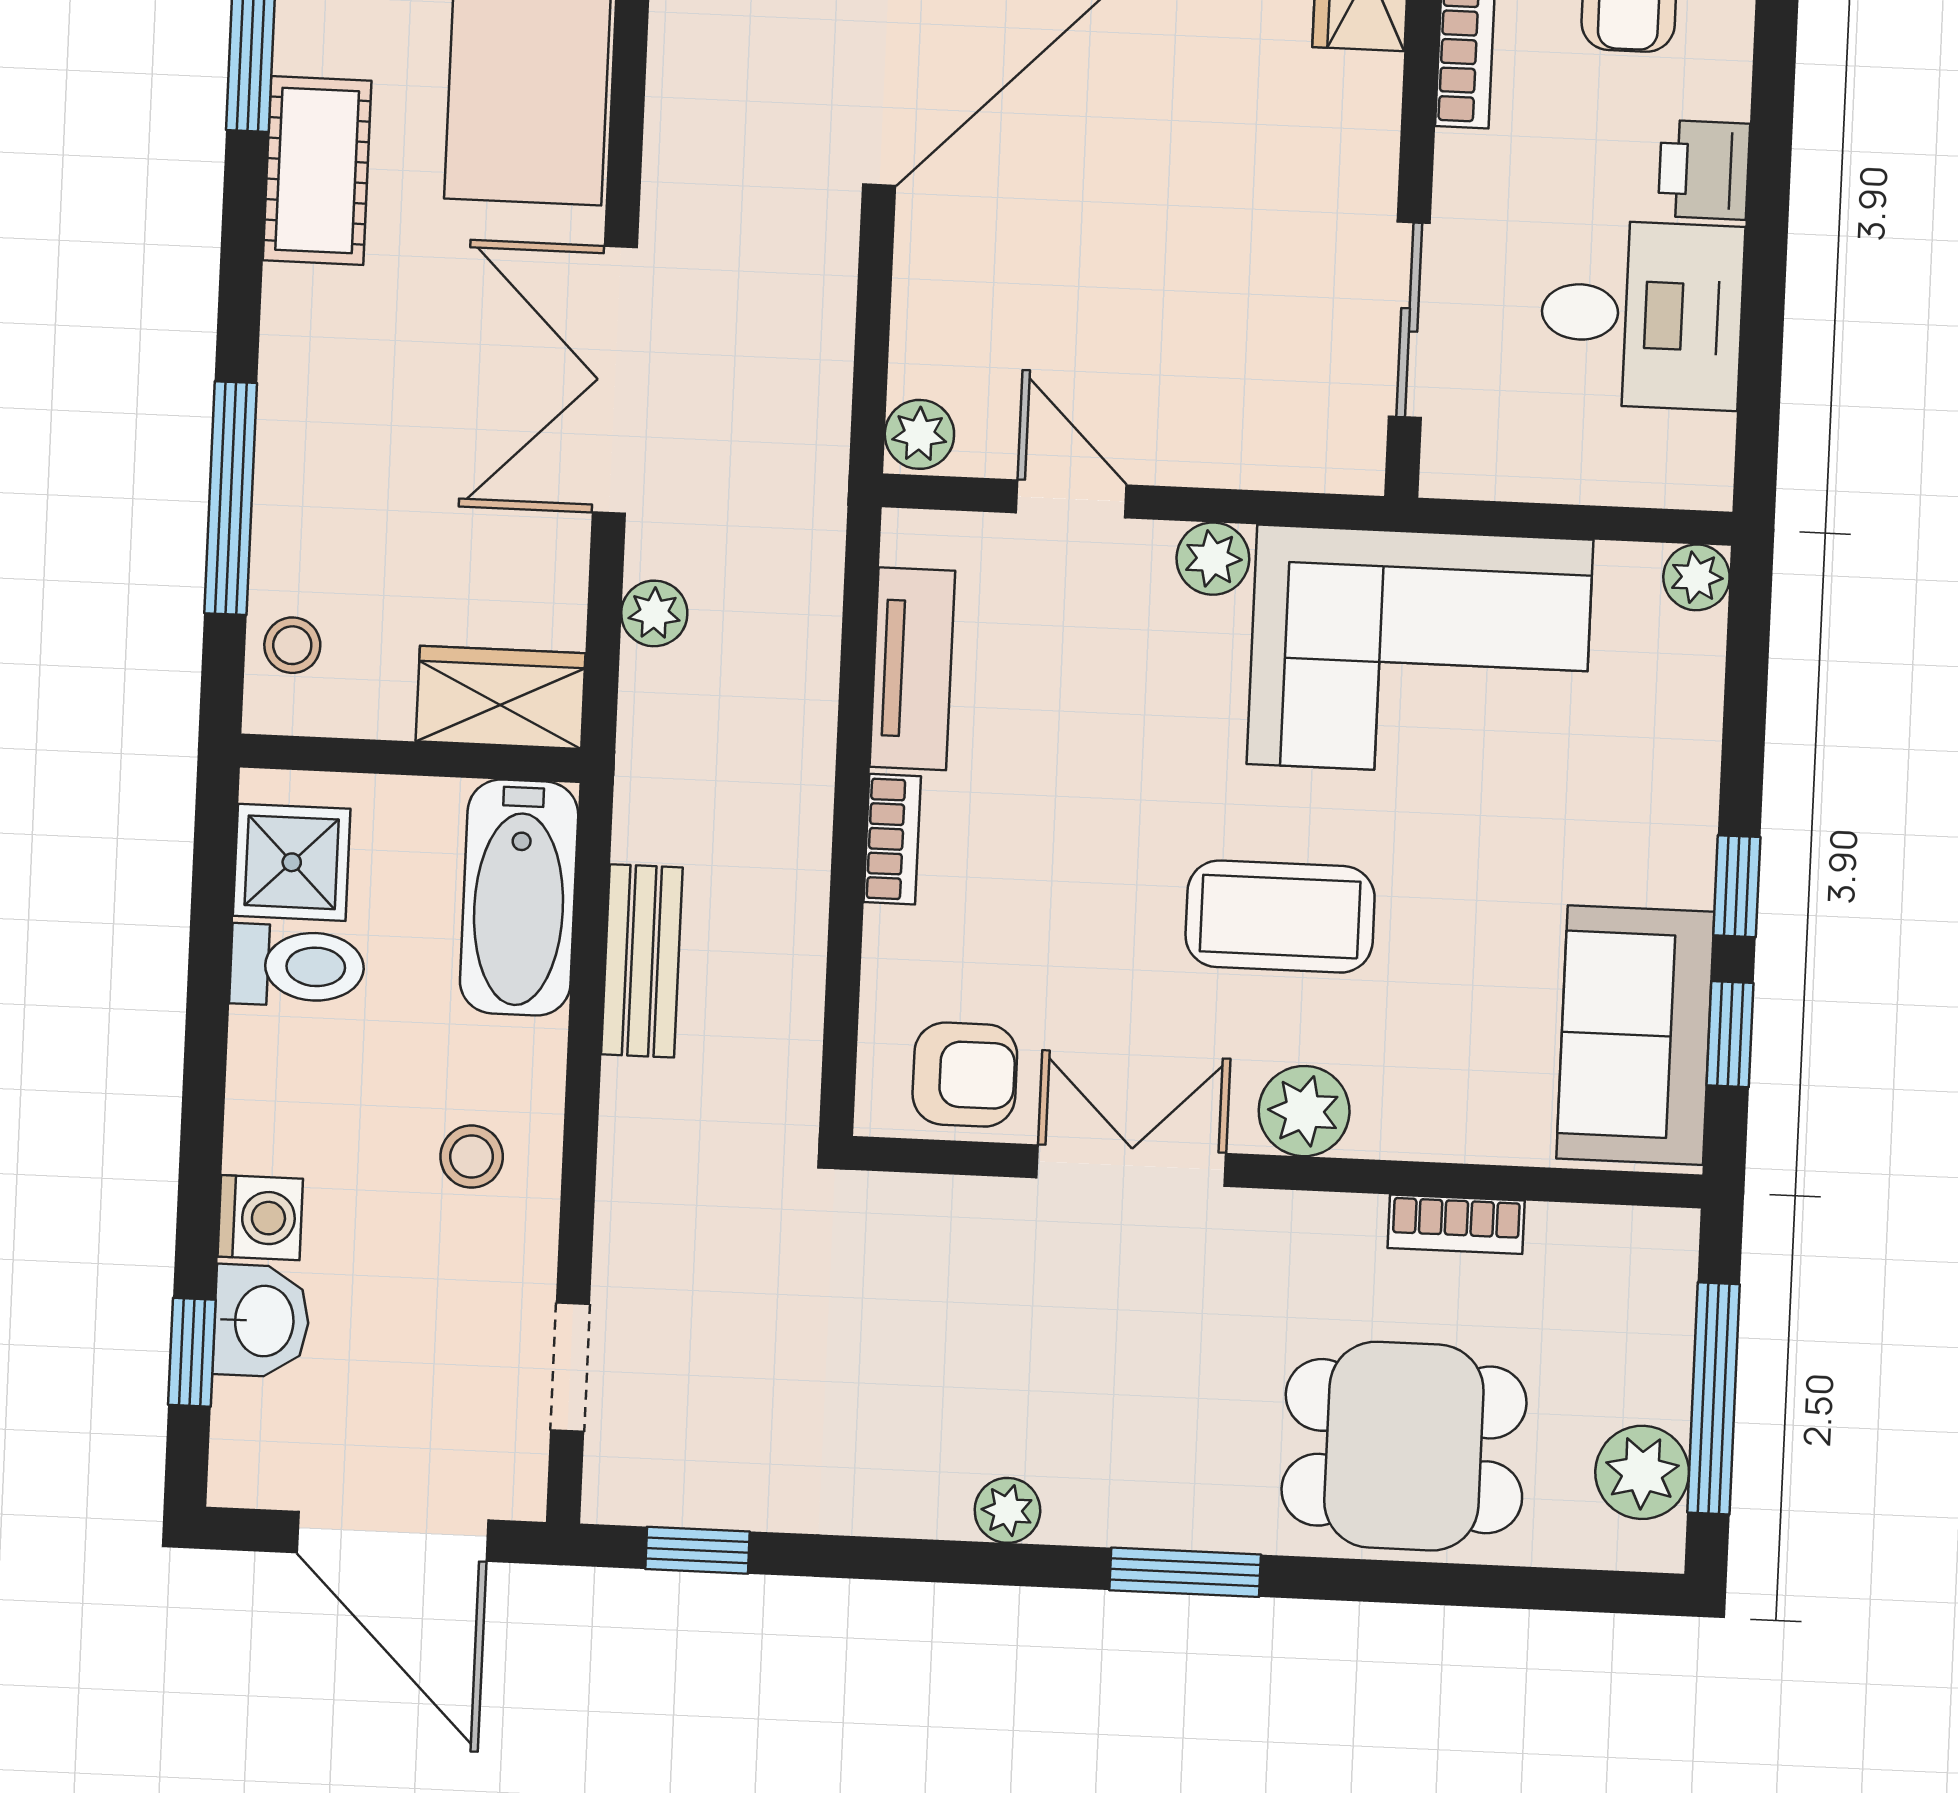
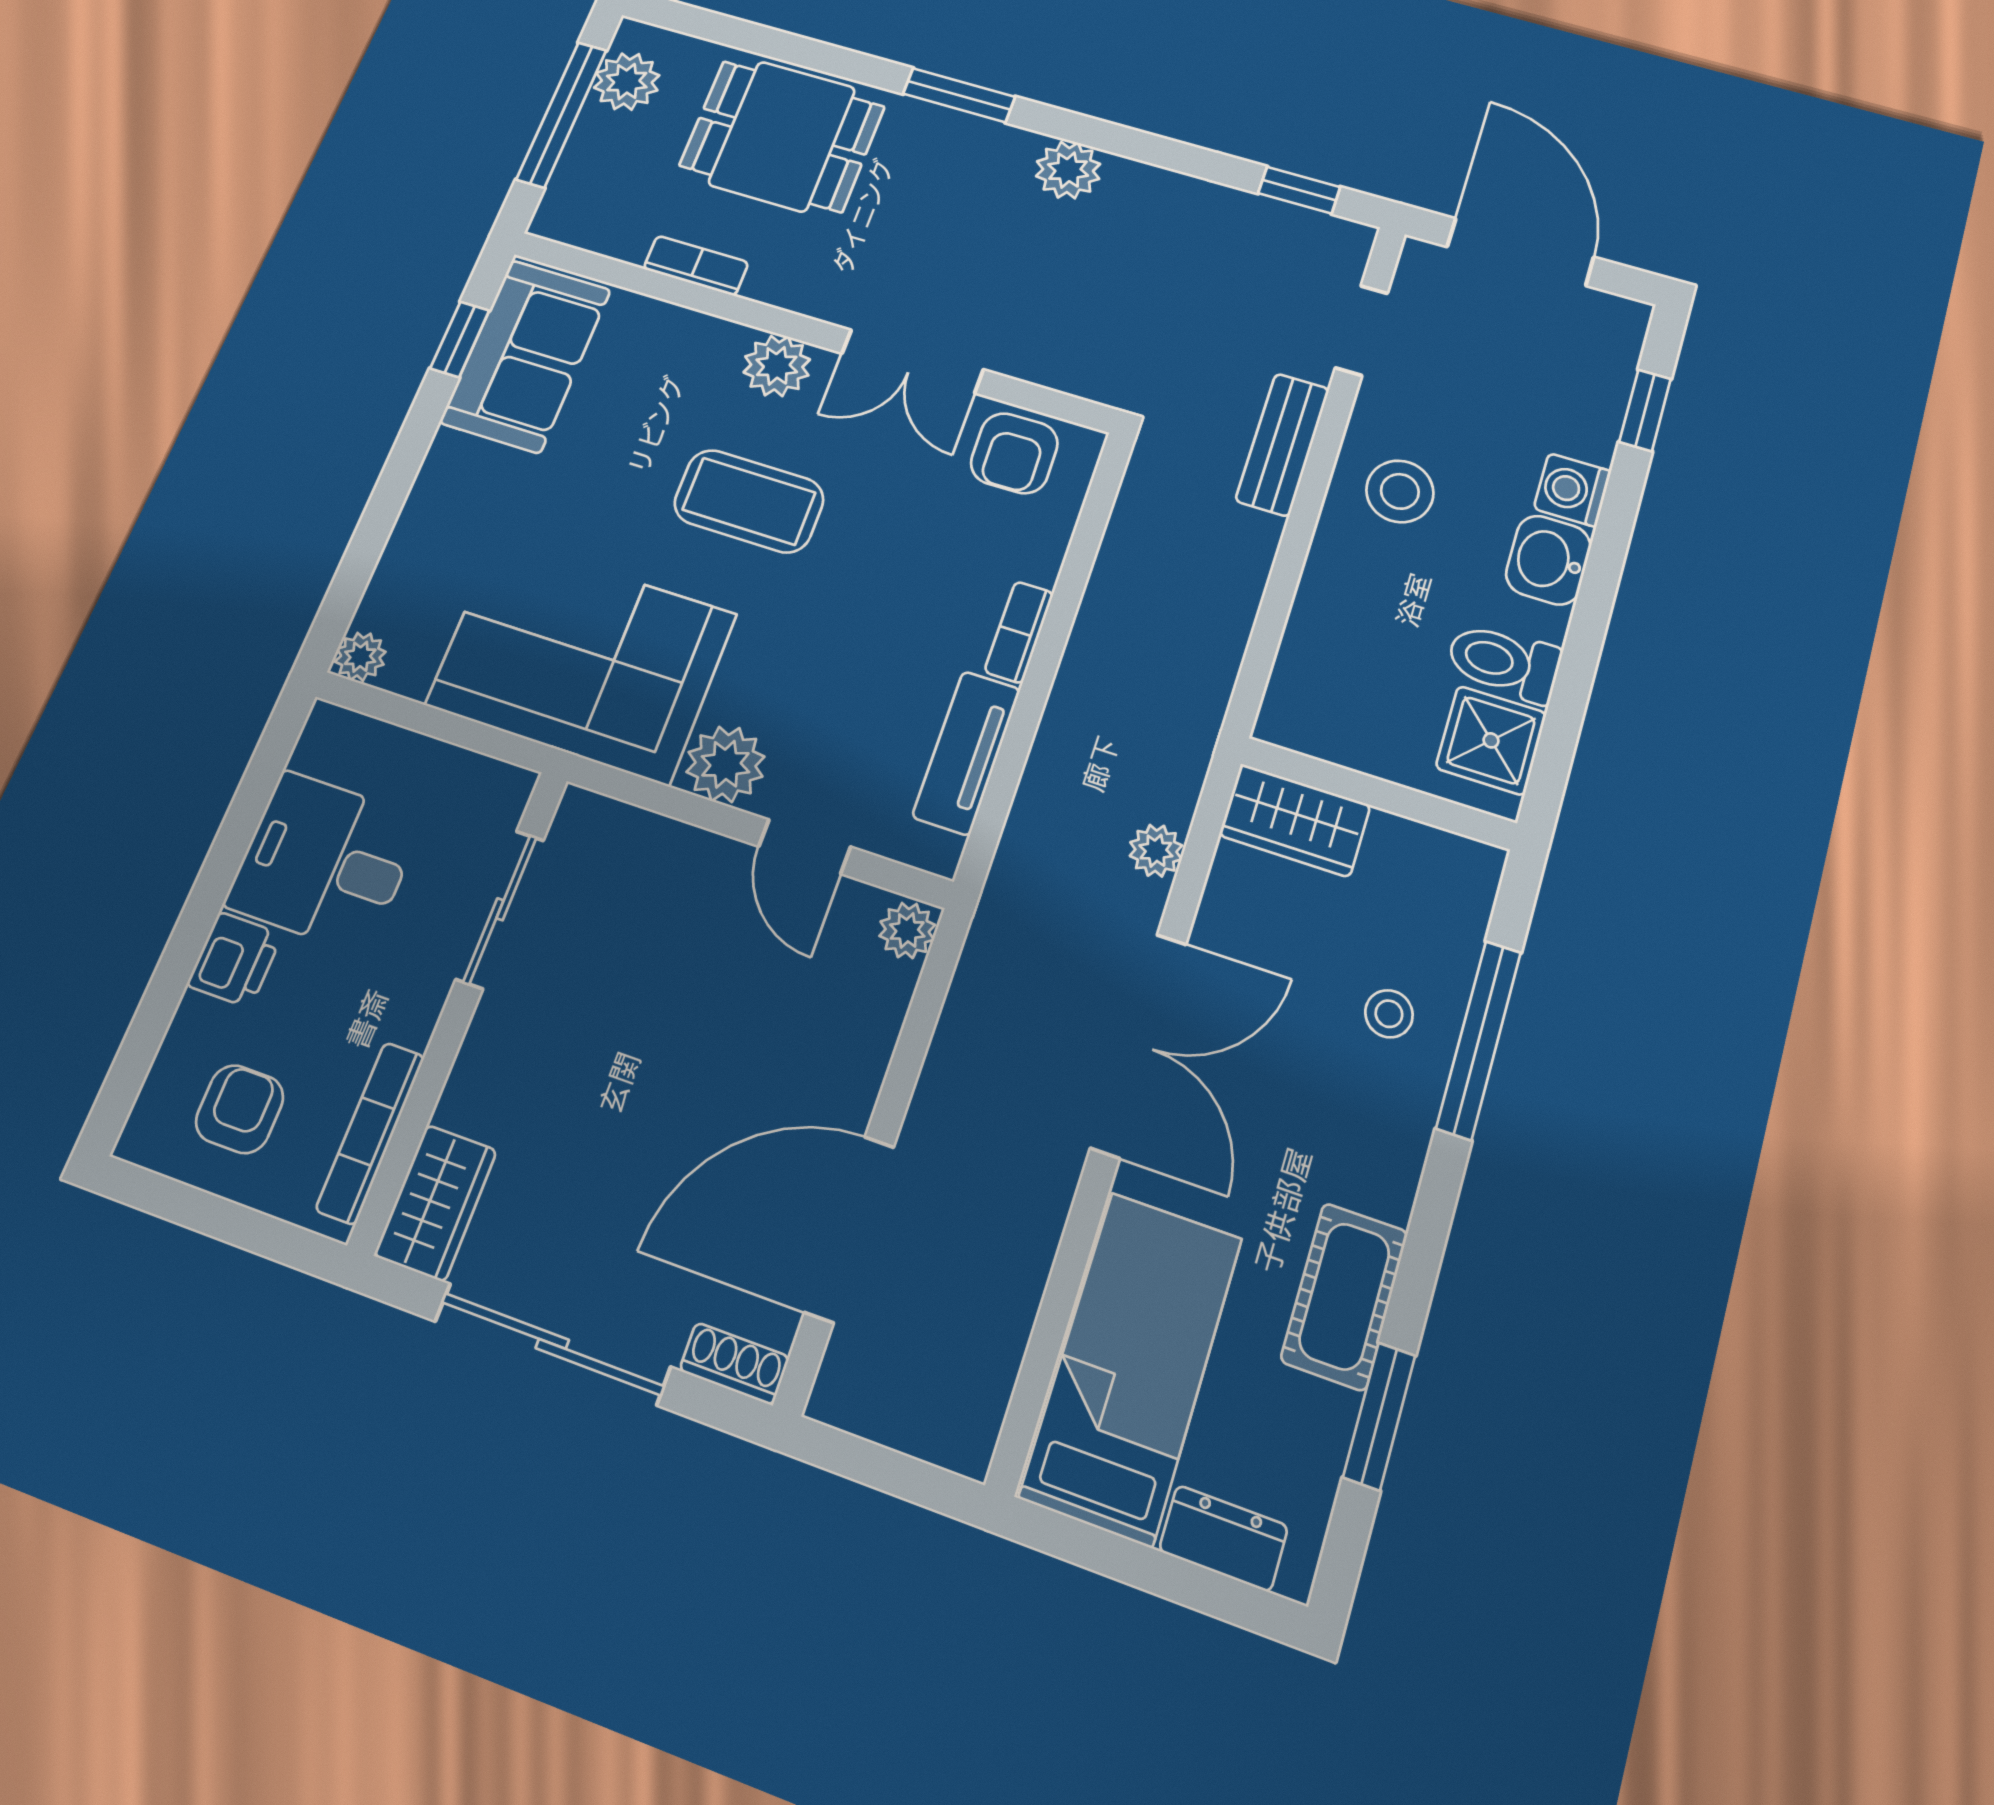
plant: (1213, 559) -> (725, 764), width x1.38, depth x1.38
stool: (292, 645) -> (1389, 1014), moved
window: (1737, 886) -> (416, 435), removed
bathtub: (519, 898) -> (1318, 666), removed
bench: (642, 961) -> (1282, 444), moved
armchair: (965, 1075) -> (1014, 453), turned -91
stool: (472, 1157) -> (1400, 491), width x1.37, depth x1.37
washbasin: (261, 1321) -> (1548, 560), moved
plant: (1007, 1510) -> (1068, 170), width x1.38, depth x1.38

